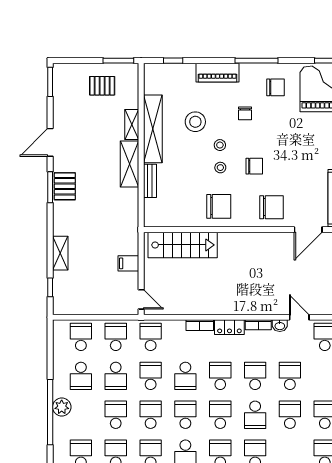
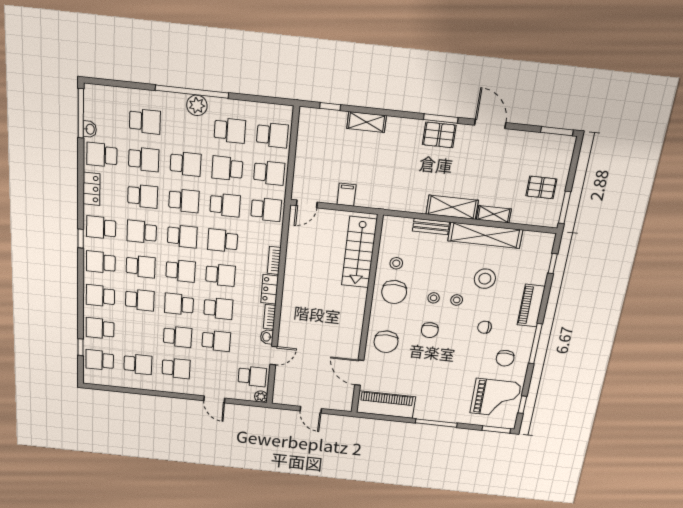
pallet: (102, 86) -> (541, 187), turned 90
stool: (189, 208) -> (396, 263), added
school desk: (81, 376) -> (230, 130), turned 180

